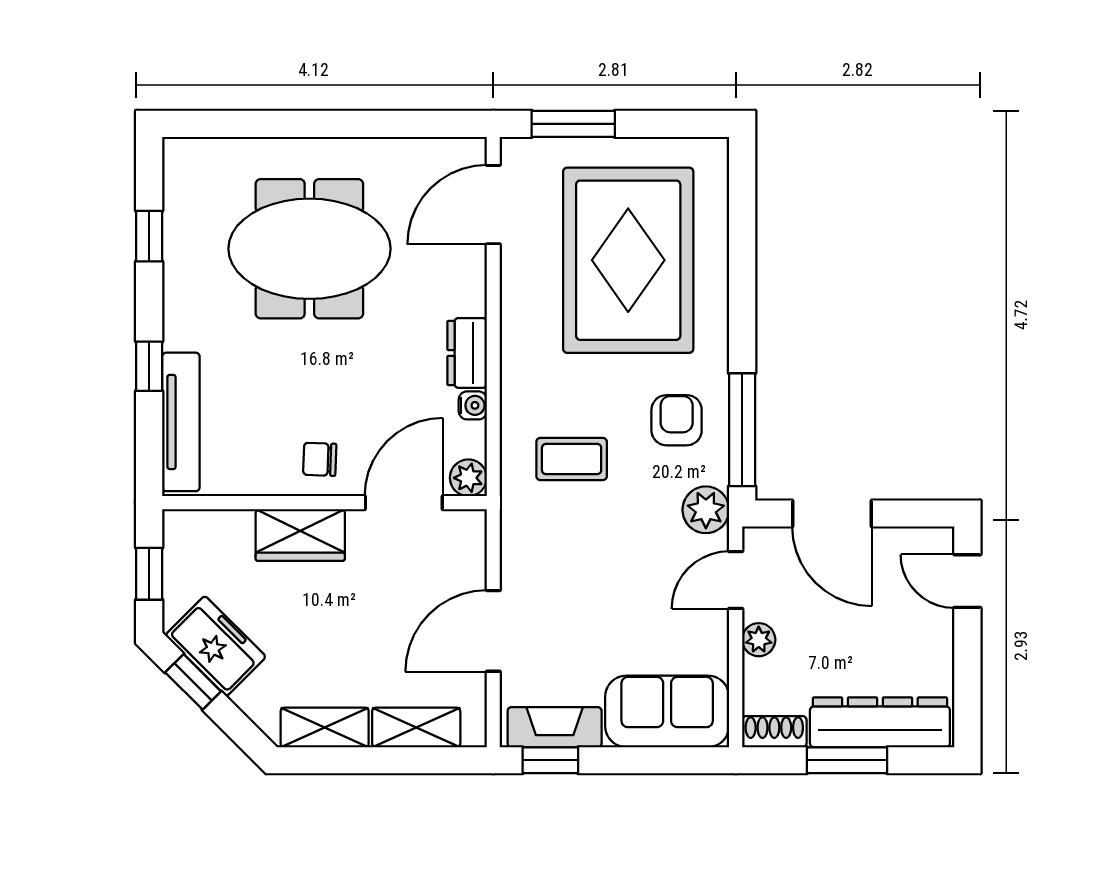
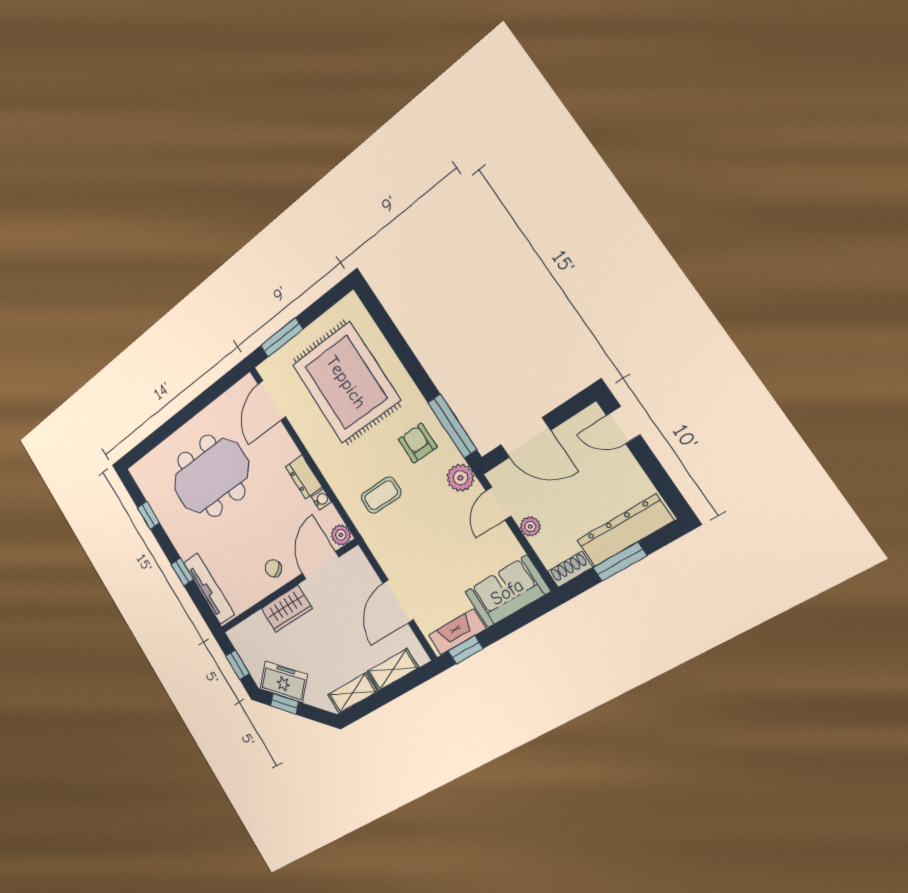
chair: (320, 459) -> (273, 568), turned 53

